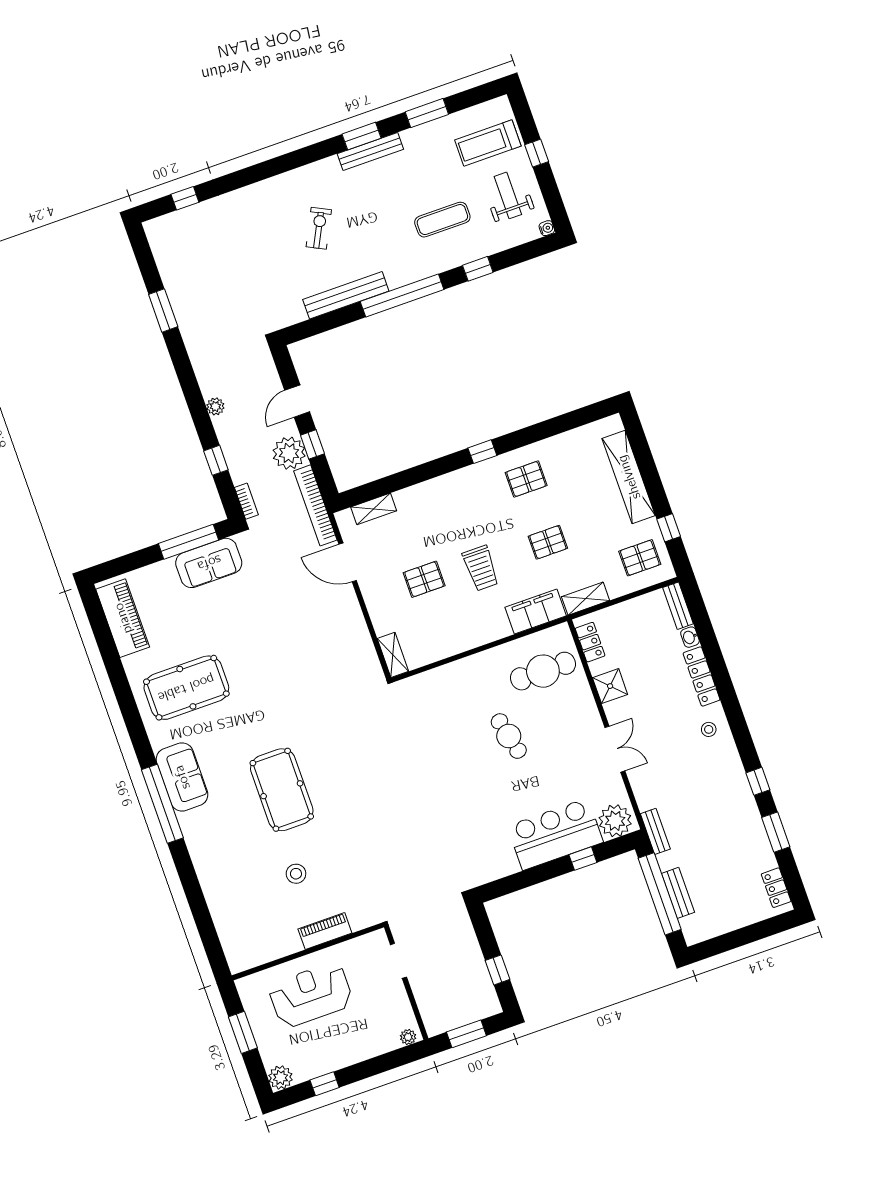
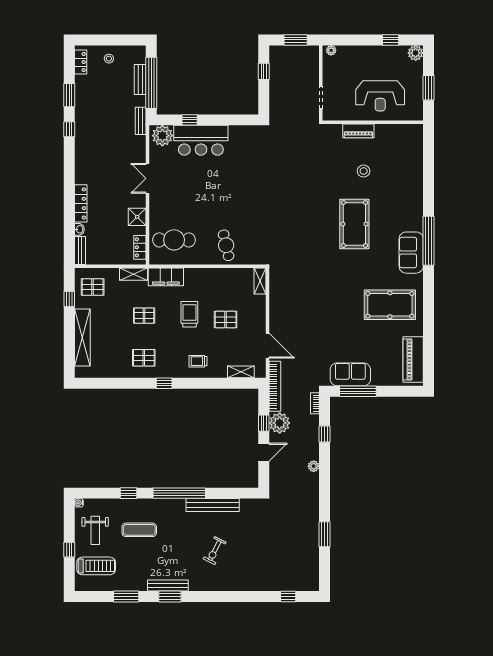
trolley: (443, 503) -> (198, 361), added
stool: (709, 729) -> (109, 59), moved
cafe table: (509, 736) -> (226, 245), moved

